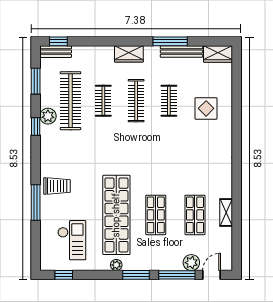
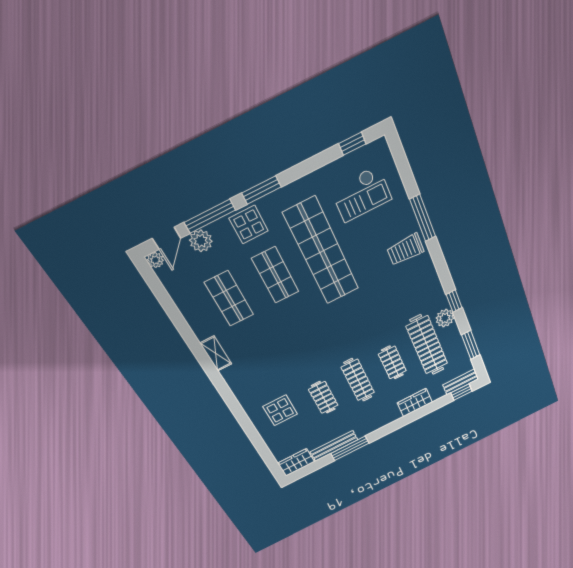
wardrobe: (129, 54) -> (415, 403), moved
shelving: (226, 212) -> (216, 353), moved
checkout: (72, 240) -> (361, 194), turned -90
display table: (155, 257) -> (249, 225), added
plant: (116, 265) -> (155, 260), moved

